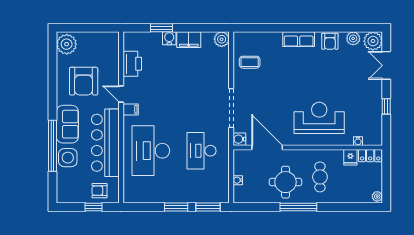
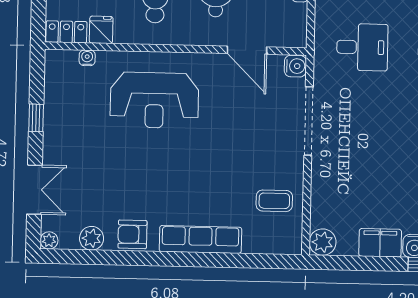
row of seats: (299, 39) -> (200, 239), width x1.48
armchair: (330, 41) -> (132, 234), turned -90
plant: (373, 41) -> (49, 240), width x0.53, depth x0.53
door: (267, 147) -> (247, 50), width x0.73
desk: (202, 151) -> (362, 47), width x0.73

